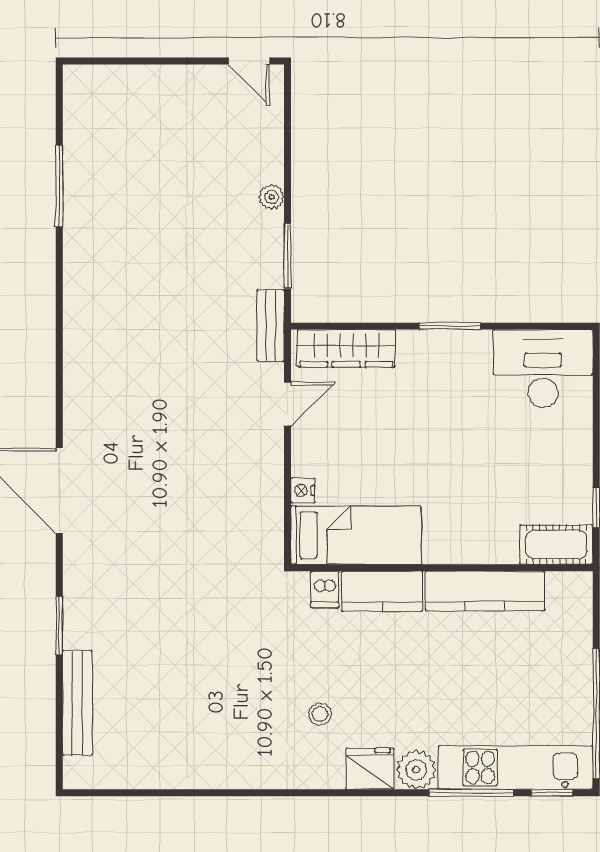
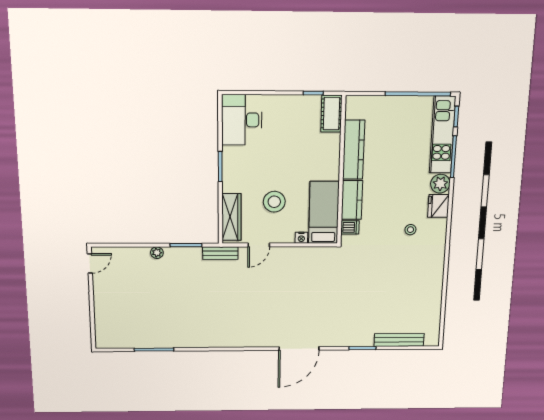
door: (287, 404) -> (259, 245), swing flipped
stool: (378, 434) -> (274, 202), added

